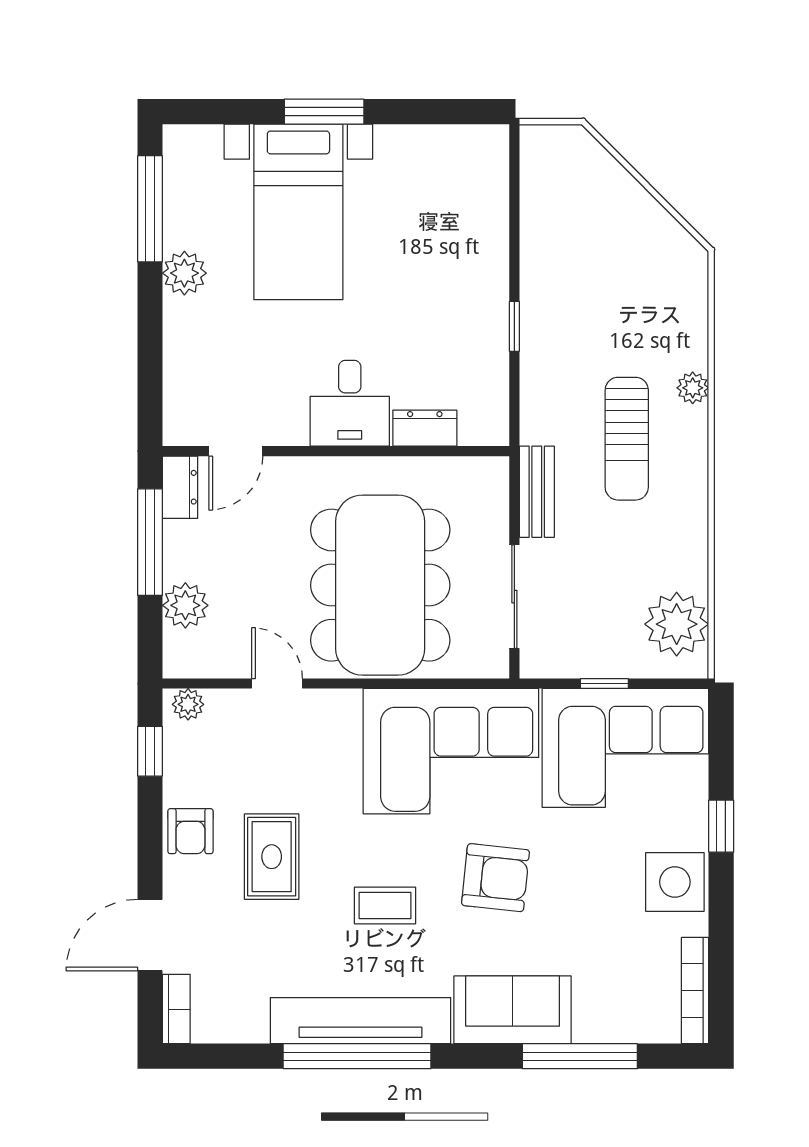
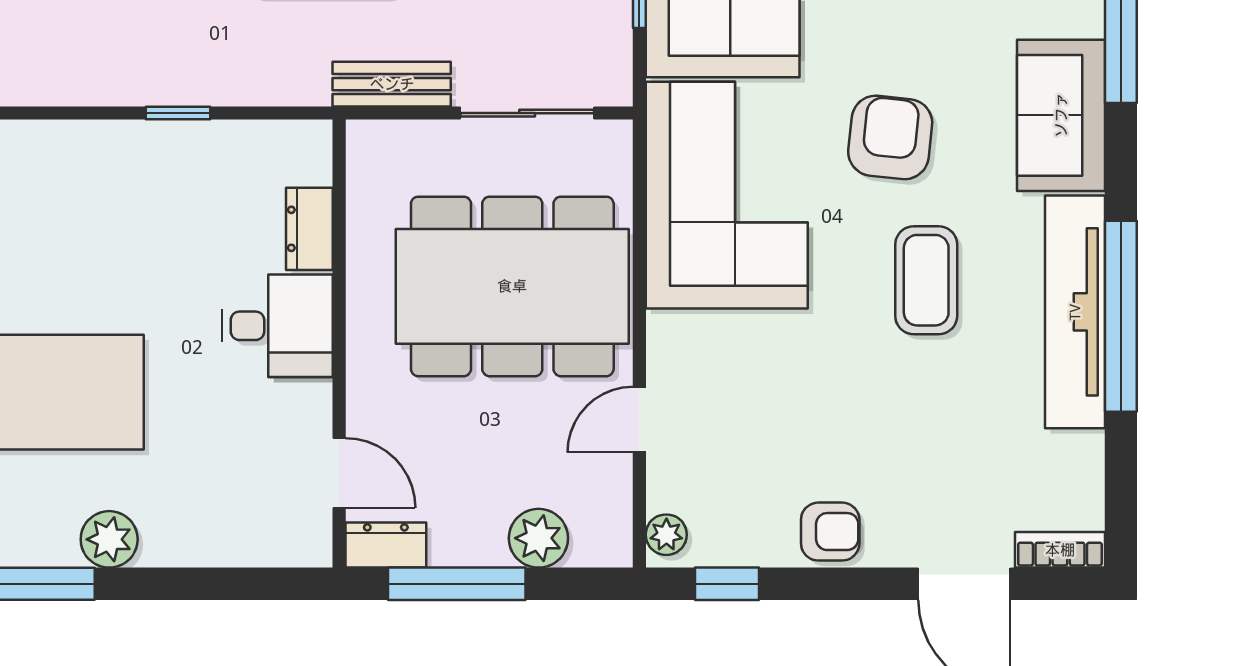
rug: (272, 857) -> (863, 427), removed
coffee table: (385, 905) -> (926, 280), width x1.36, depth x1.30

